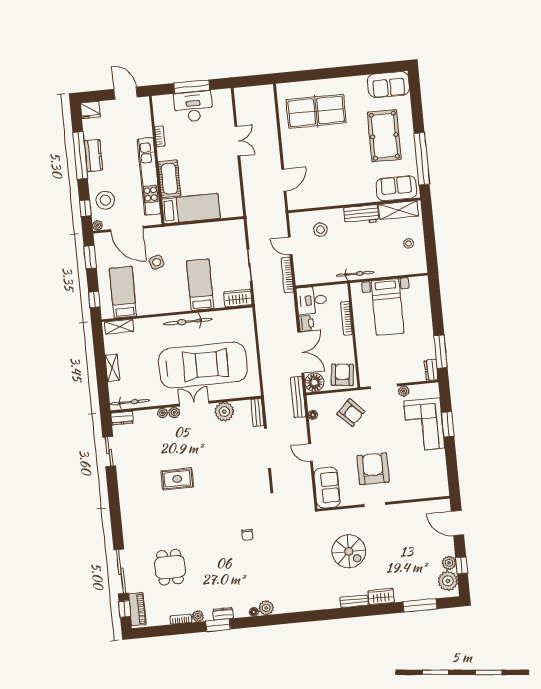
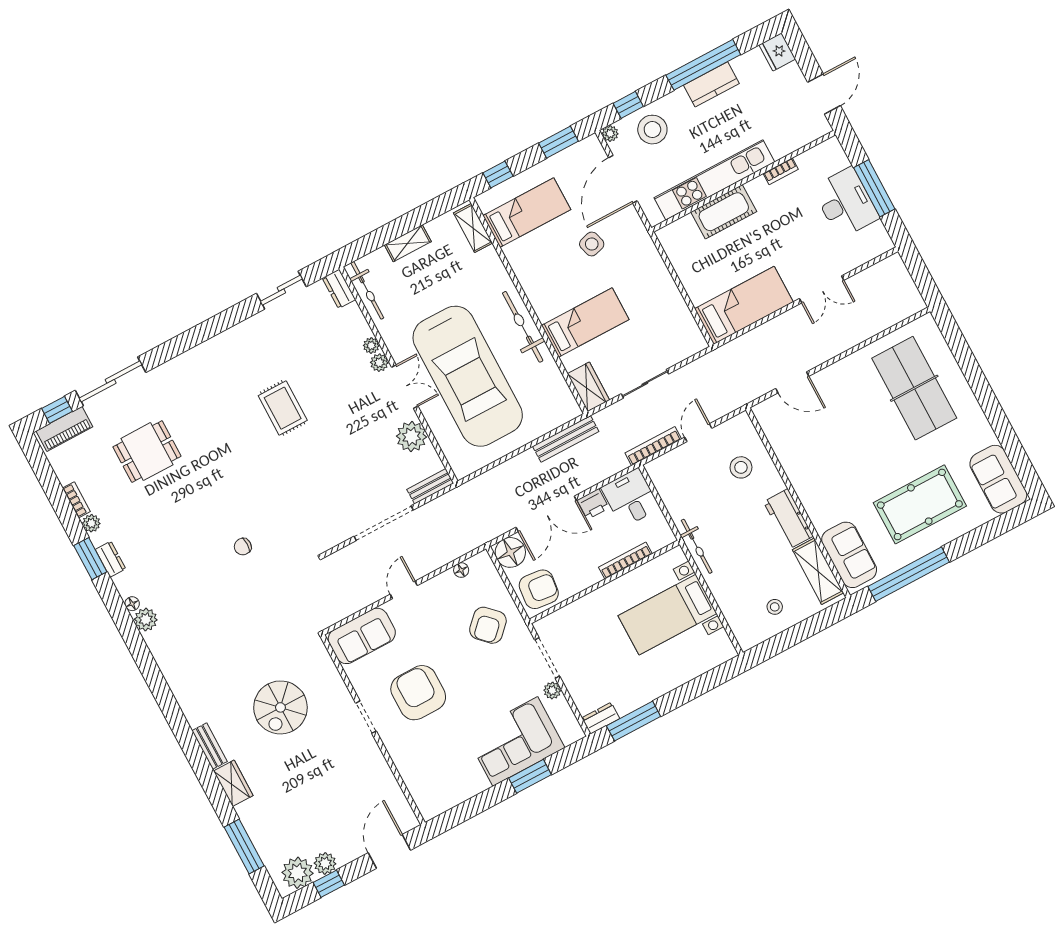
bed: (191, 209) -> (744, 305), moved, turned -90
bench: (298, 397) -> (566, 439), moved
armchair: (373, 469) -> (418, 693), turned -90

